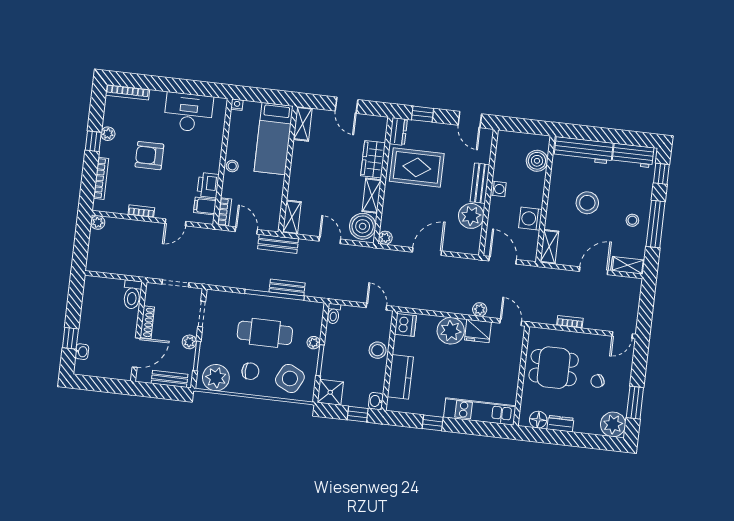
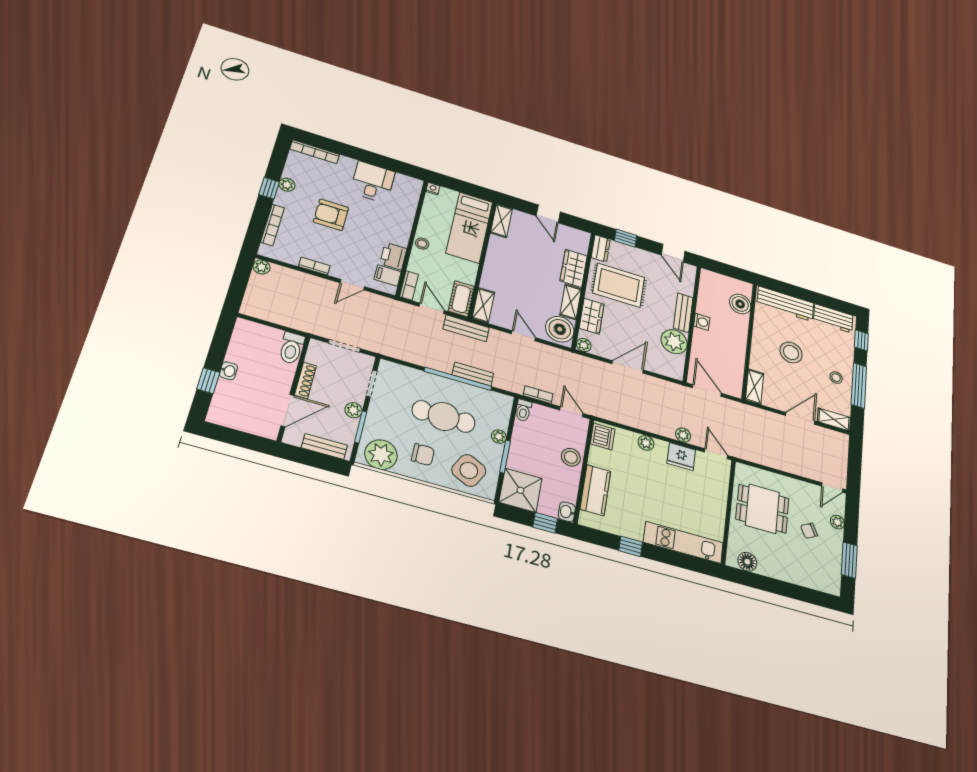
desk: (188, 112) -> (373, 182), width x0.73
wardrobe: (392, 206) -> (592, 316), added
cot: (272, 215) -> (461, 299), added
washing machine: (530, 219) -> (735, 356), removed
bookcase: (570, 322) -> (538, 395), moved
plant: (451, 331) -> (646, 443), width x0.53, depth x0.53
washbasin: (82, 352) -> (228, 371), moved
shower: (330, 392) -> (520, 490), width x1.36, depth x1.36
dresser: (560, 424) -> (771, 570), removed
plant: (613, 424) -> (837, 522), moved, width x0.53, depth x0.53

